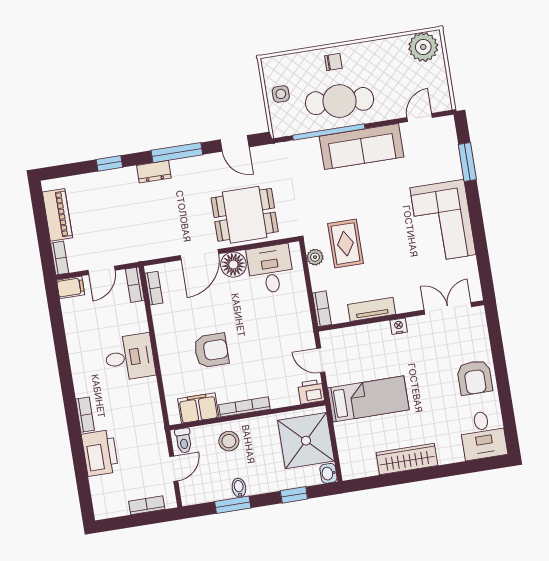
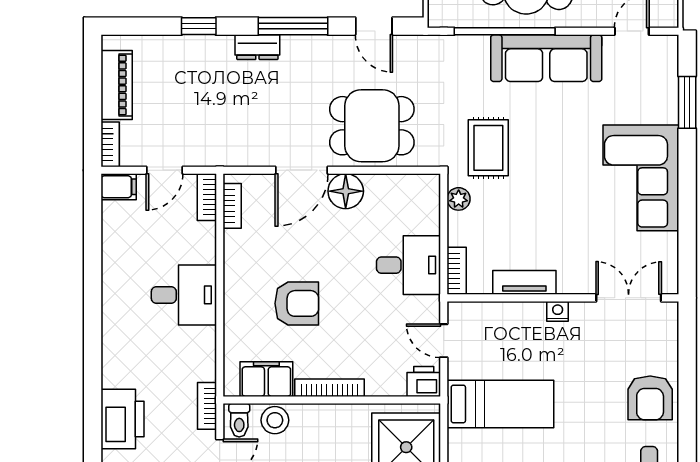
rug: (345, 244) -> (488, 148), moved
desk: (270, 269) -> (408, 265), moved, turned 90
bookcase: (85, 415) -> (207, 406), moved, turned 180
stool: (229, 441) -> (275, 420), moved

